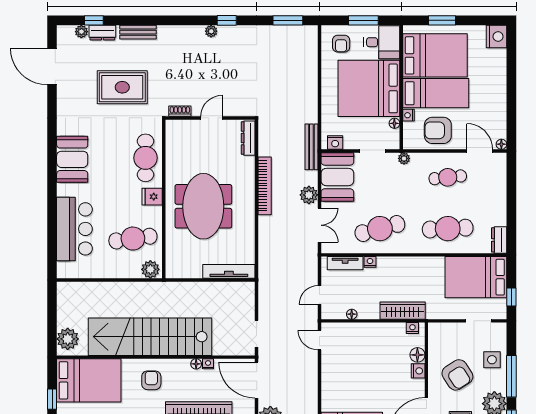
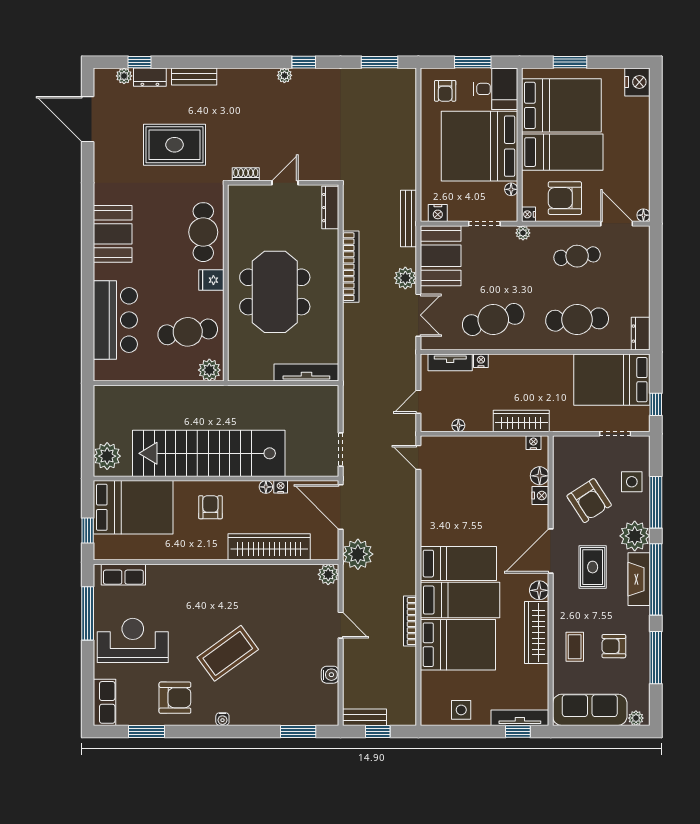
nightstand: (408, 115) -> (528, 214), moved

